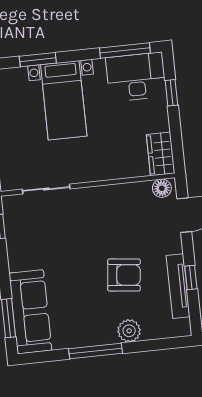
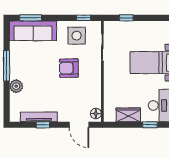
wardrobe: (161, 154) -> (128, 115), moved
side table: (31, 236) -> (77, 36), added
armchair: (124, 275) -> (69, 68), moved, turned 83

